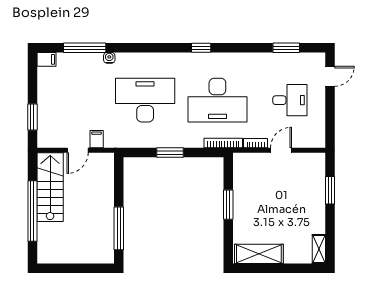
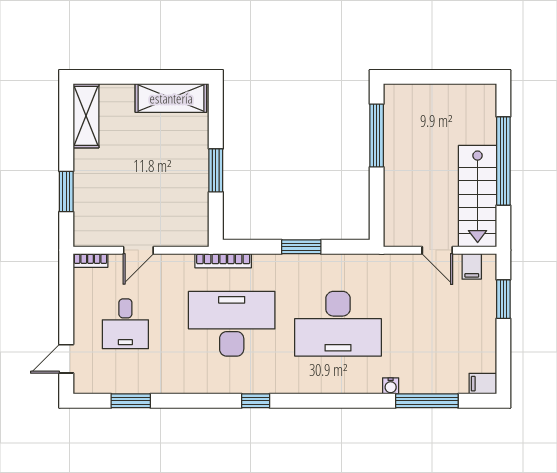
desk: (290, 100) -> (125, 324), turned -90
filing cabinet: (97, 139) -> (472, 266), moved
bookcase: (256, 143) -> (90, 261), moved
door: (78, 150) -> (437, 250), swing flipped
shelving: (319, 249) -> (86, 116), width x1.50, depth x1.33

